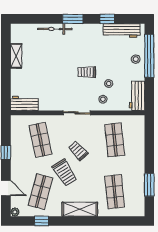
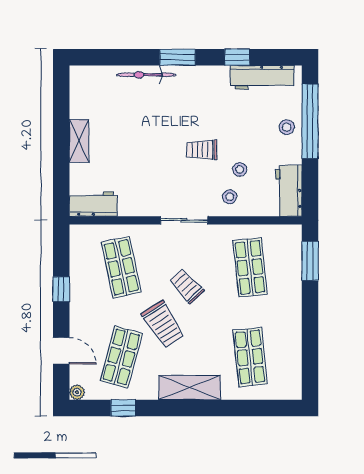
shelving: (16, 56) -> (79, 141), moved
window: (149, 185) -> (310, 261), moved

